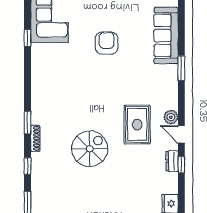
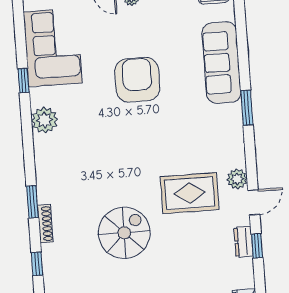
armchair: (107, 43) -> (137, 80), width x1.36, depth x1.36
plant: (40, 66) -> (45, 120), added
rug: (137, 125) -> (190, 193), turned 90
door: (181, 134) -> (254, 202), swing flipped

